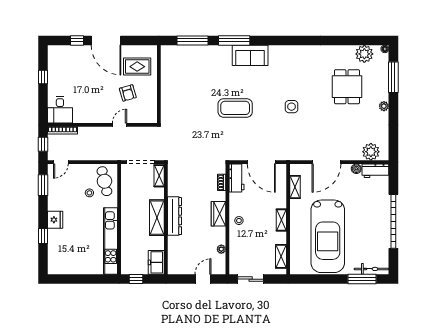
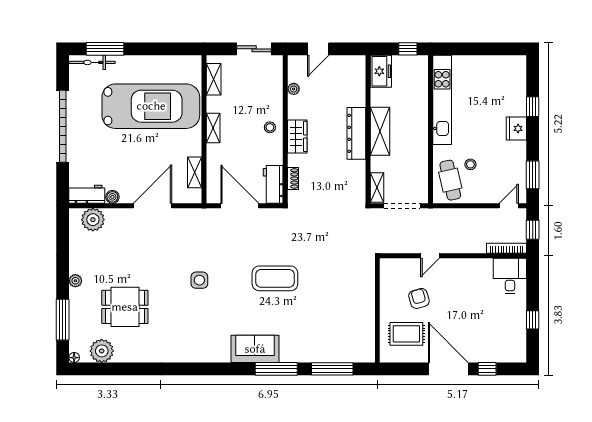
dining table: (347, 87) -> (125, 307), turned 90
car: (328, 236) -> (151, 106), turned 90

